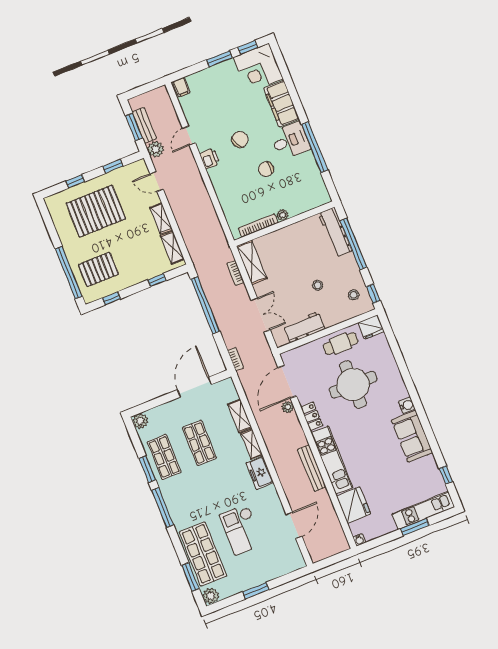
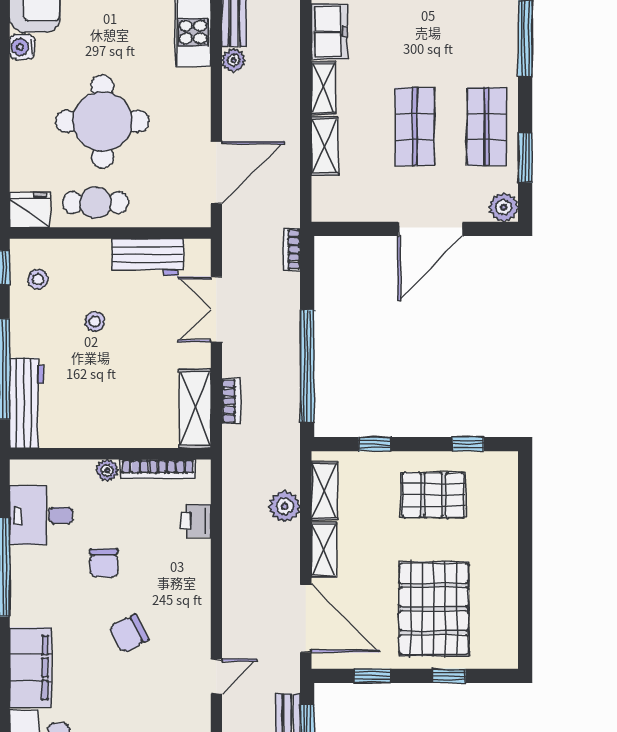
desk: (290, 141) -> (41, 515), moved
plant: (156, 149) -> (285, 506), moved
printer: (210, 159) -> (196, 521), moved
chair: (266, 169) -> (104, 563), turned 90
door: (157, 181) -> (306, 618), width x1.88
pallet: (96, 211) -> (434, 609), turned 90
pallet: (98, 269) -> (433, 495), moved
window: (69, 273) -> (525, 519), removed
door: (194, 387) -> (430, 229), moved
plant: (288, 407) -> (233, 60), moved
locker: (312, 416) -> (198, 95), removed
window: (147, 469) -> (525, 158), moved

